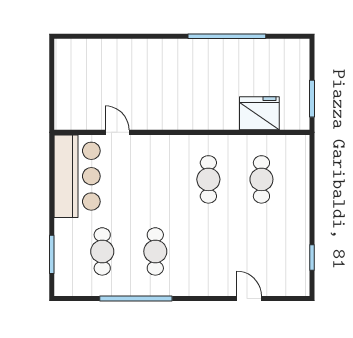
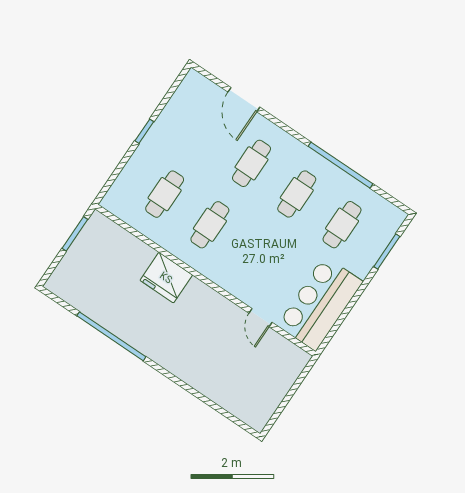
fridge: (259, 113) -> (166, 278), moved
cafe table: (208, 251) -> (251, 163), added
window: (312, 258) -> (144, 131), moved
door: (249, 299) -> (244, 100), width x1.38

